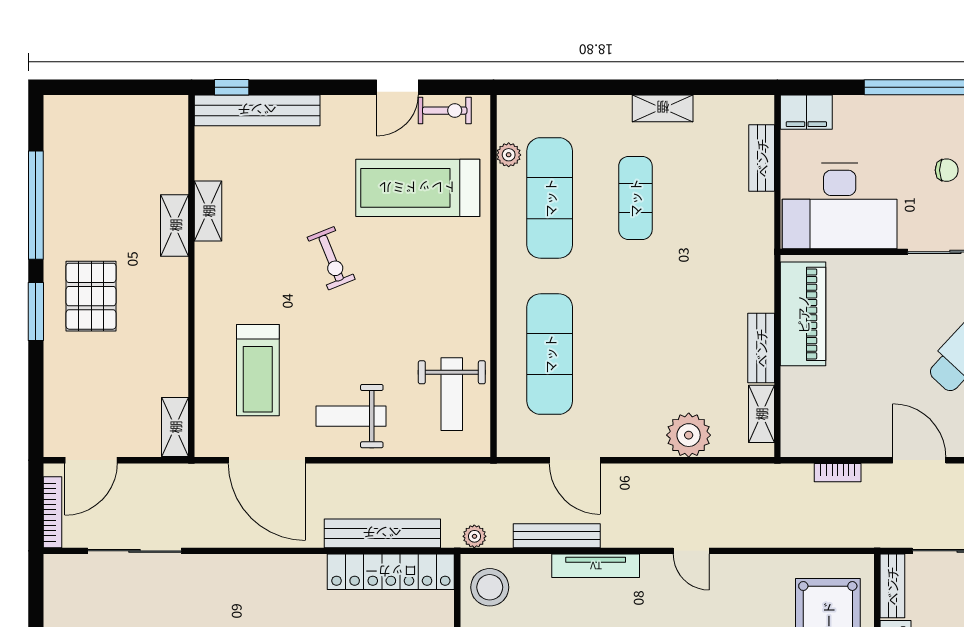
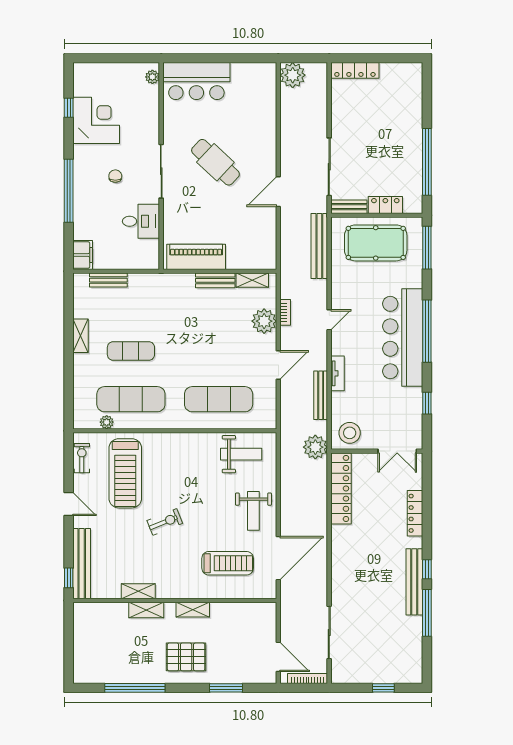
door: (397, 87) -> (69, 504), moved
desk: (840, 206) -> (141, 221), width x0.53, depth x0.77
window: (36, 311) -> (226, 688), moved
shelving: (175, 427) -> (193, 610), moved
door: (575, 460) -> (278, 365), moved
bookcase: (838, 473) -> (285, 312), moved
bench: (382, 533) -> (319, 246), moved
plant: (474, 536) -> (315, 447), width x1.87, depth x1.87
tv unit: (596, 566) -> (338, 373), width x0.71

